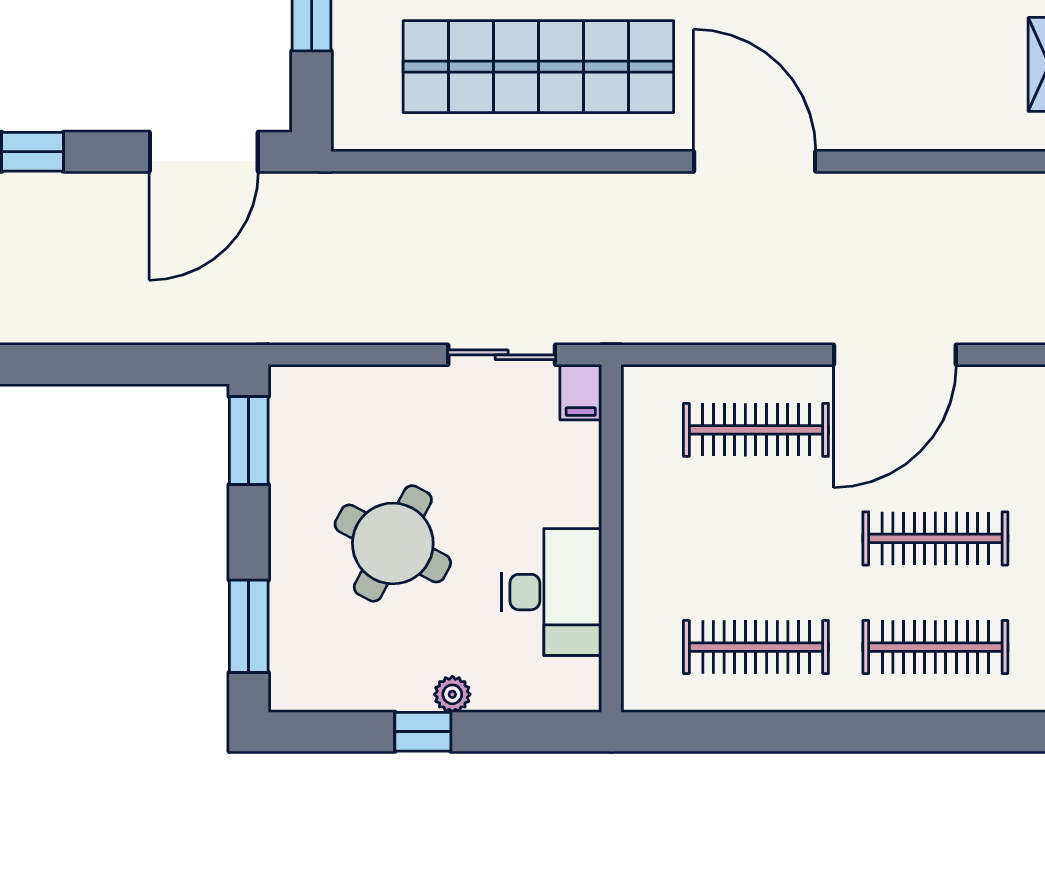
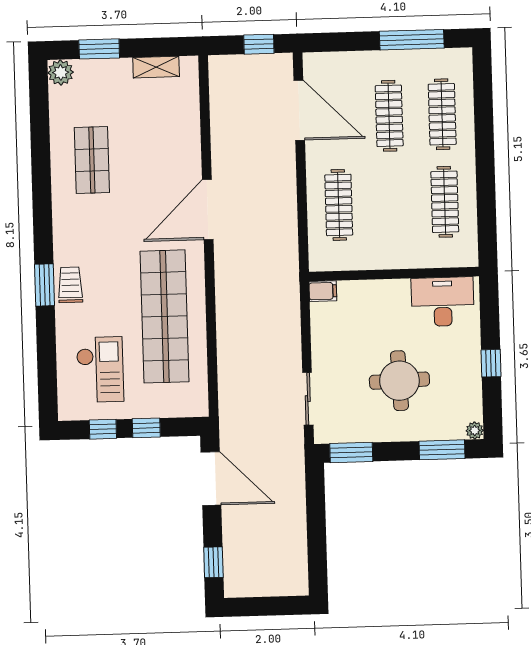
sliding door: (502, 355) -> (308, 399), moved
door: (895, 355) -> (299, 110), moved
round table: (393, 543) -> (399, 381), turned -30
desk: (552, 592) -> (443, 302), moved
plant: (452, 694) -> (475, 431), moved

